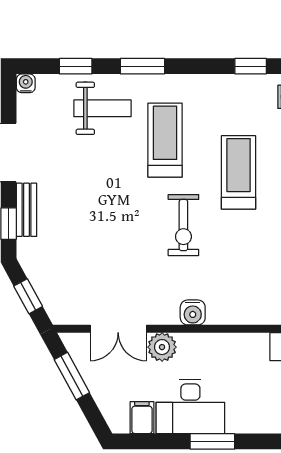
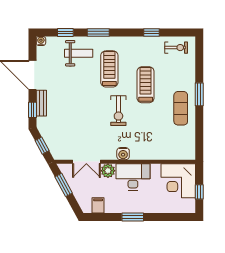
desk: (190, 407) -> (133, 177), moved, turned 180

